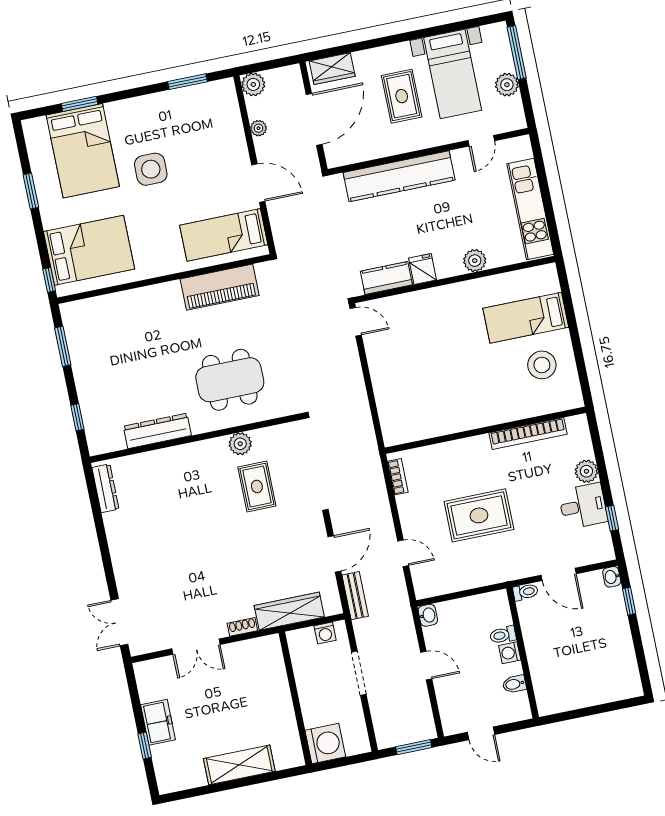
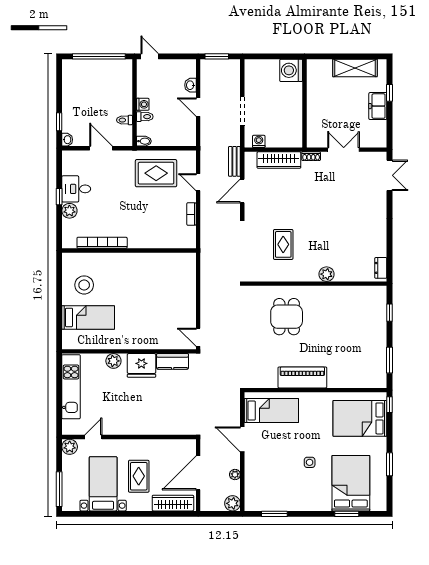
wardrobe: (332, 69) -> (173, 503), width x1.50
plant: (507, 85) -> (70, 447), moved
side table: (151, 169) -> (310, 462), width x0.54, depth x0.54
kitchen counter: (399, 176) -> (151, 425), removed
fridge: (423, 269) -> (141, 365), width x1.88, depth x1.34
piano: (220, 287) -> (302, 377), moved
dining table: (230, 380) -> (287, 317), width x0.73
dresser: (157, 431) -> (340, 293), removed
plant: (240, 444) -> (327, 274), moved
bookcase: (398, 477) -> (191, 214), moved
dresser: (105, 488) -> (381, 268), width x0.70
rug: (479, 515) -> (156, 173), moved
window: (612, 518) -> (59, 197), moved
toilet: (526, 592) -> (125, 120), moved
washbasin: (428, 615) -> (190, 85), moved
bidet: (514, 684) -> (144, 141), moved
wall: (295, 698) -> (305, 103), moved
window: (590, 711) -> (99, 56), added
door: (481, 733) -> (150, 56), moved
washing machine: (325, 743) -> (291, 70), moved
shelving: (239, 765) -> (355, 68), moved

